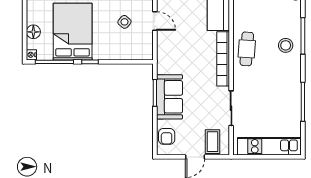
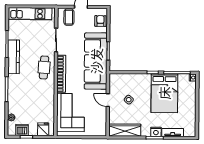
floor lamp: (33, 32) -> (191, 93), removed
stool: (286, 45) -> (18, 83), removed
cafe table: (247, 49) -> (44, 67), moved
kitchen counter: (293, 83) -> (14, 57), added
sofa: (170, 97) -> (96, 61), width x1.85, depth x1.27

